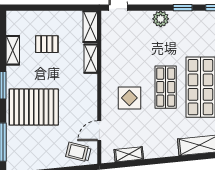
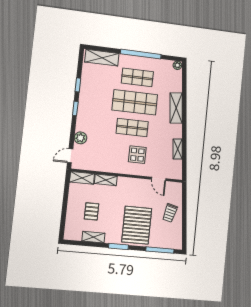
plant: (161, 19) -> (81, 138), moved
trolley: (78, 152) -> (170, 213), moved
shelving: (129, 154) -> (178, 149), moved

